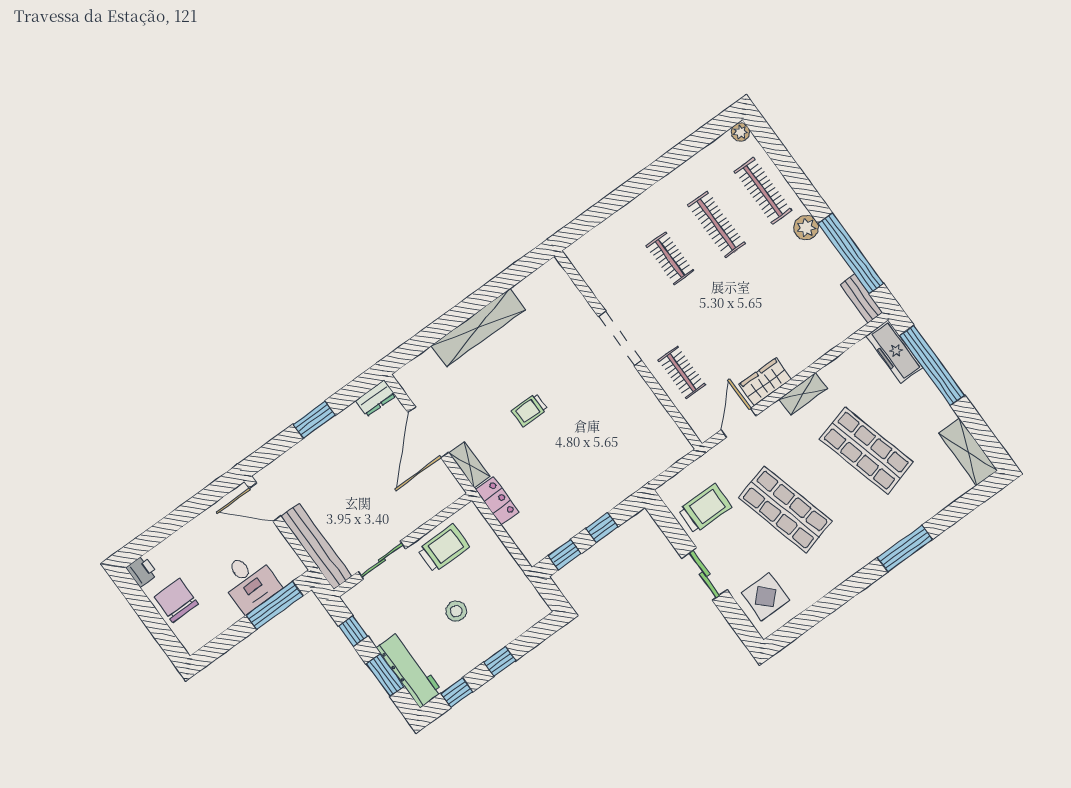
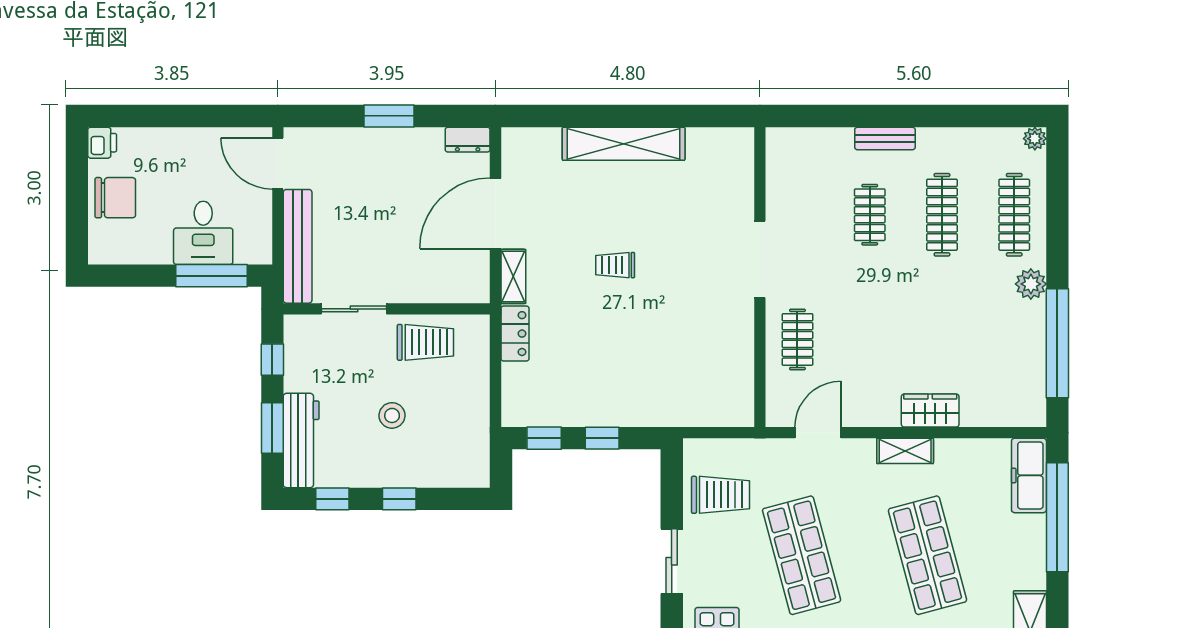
bench: (861, 299) -> (885, 138), moved, turned 90
wardrobe: (765, 382) -> (930, 411), moved
chair: (176, 600) -> (115, 198), turned 90

